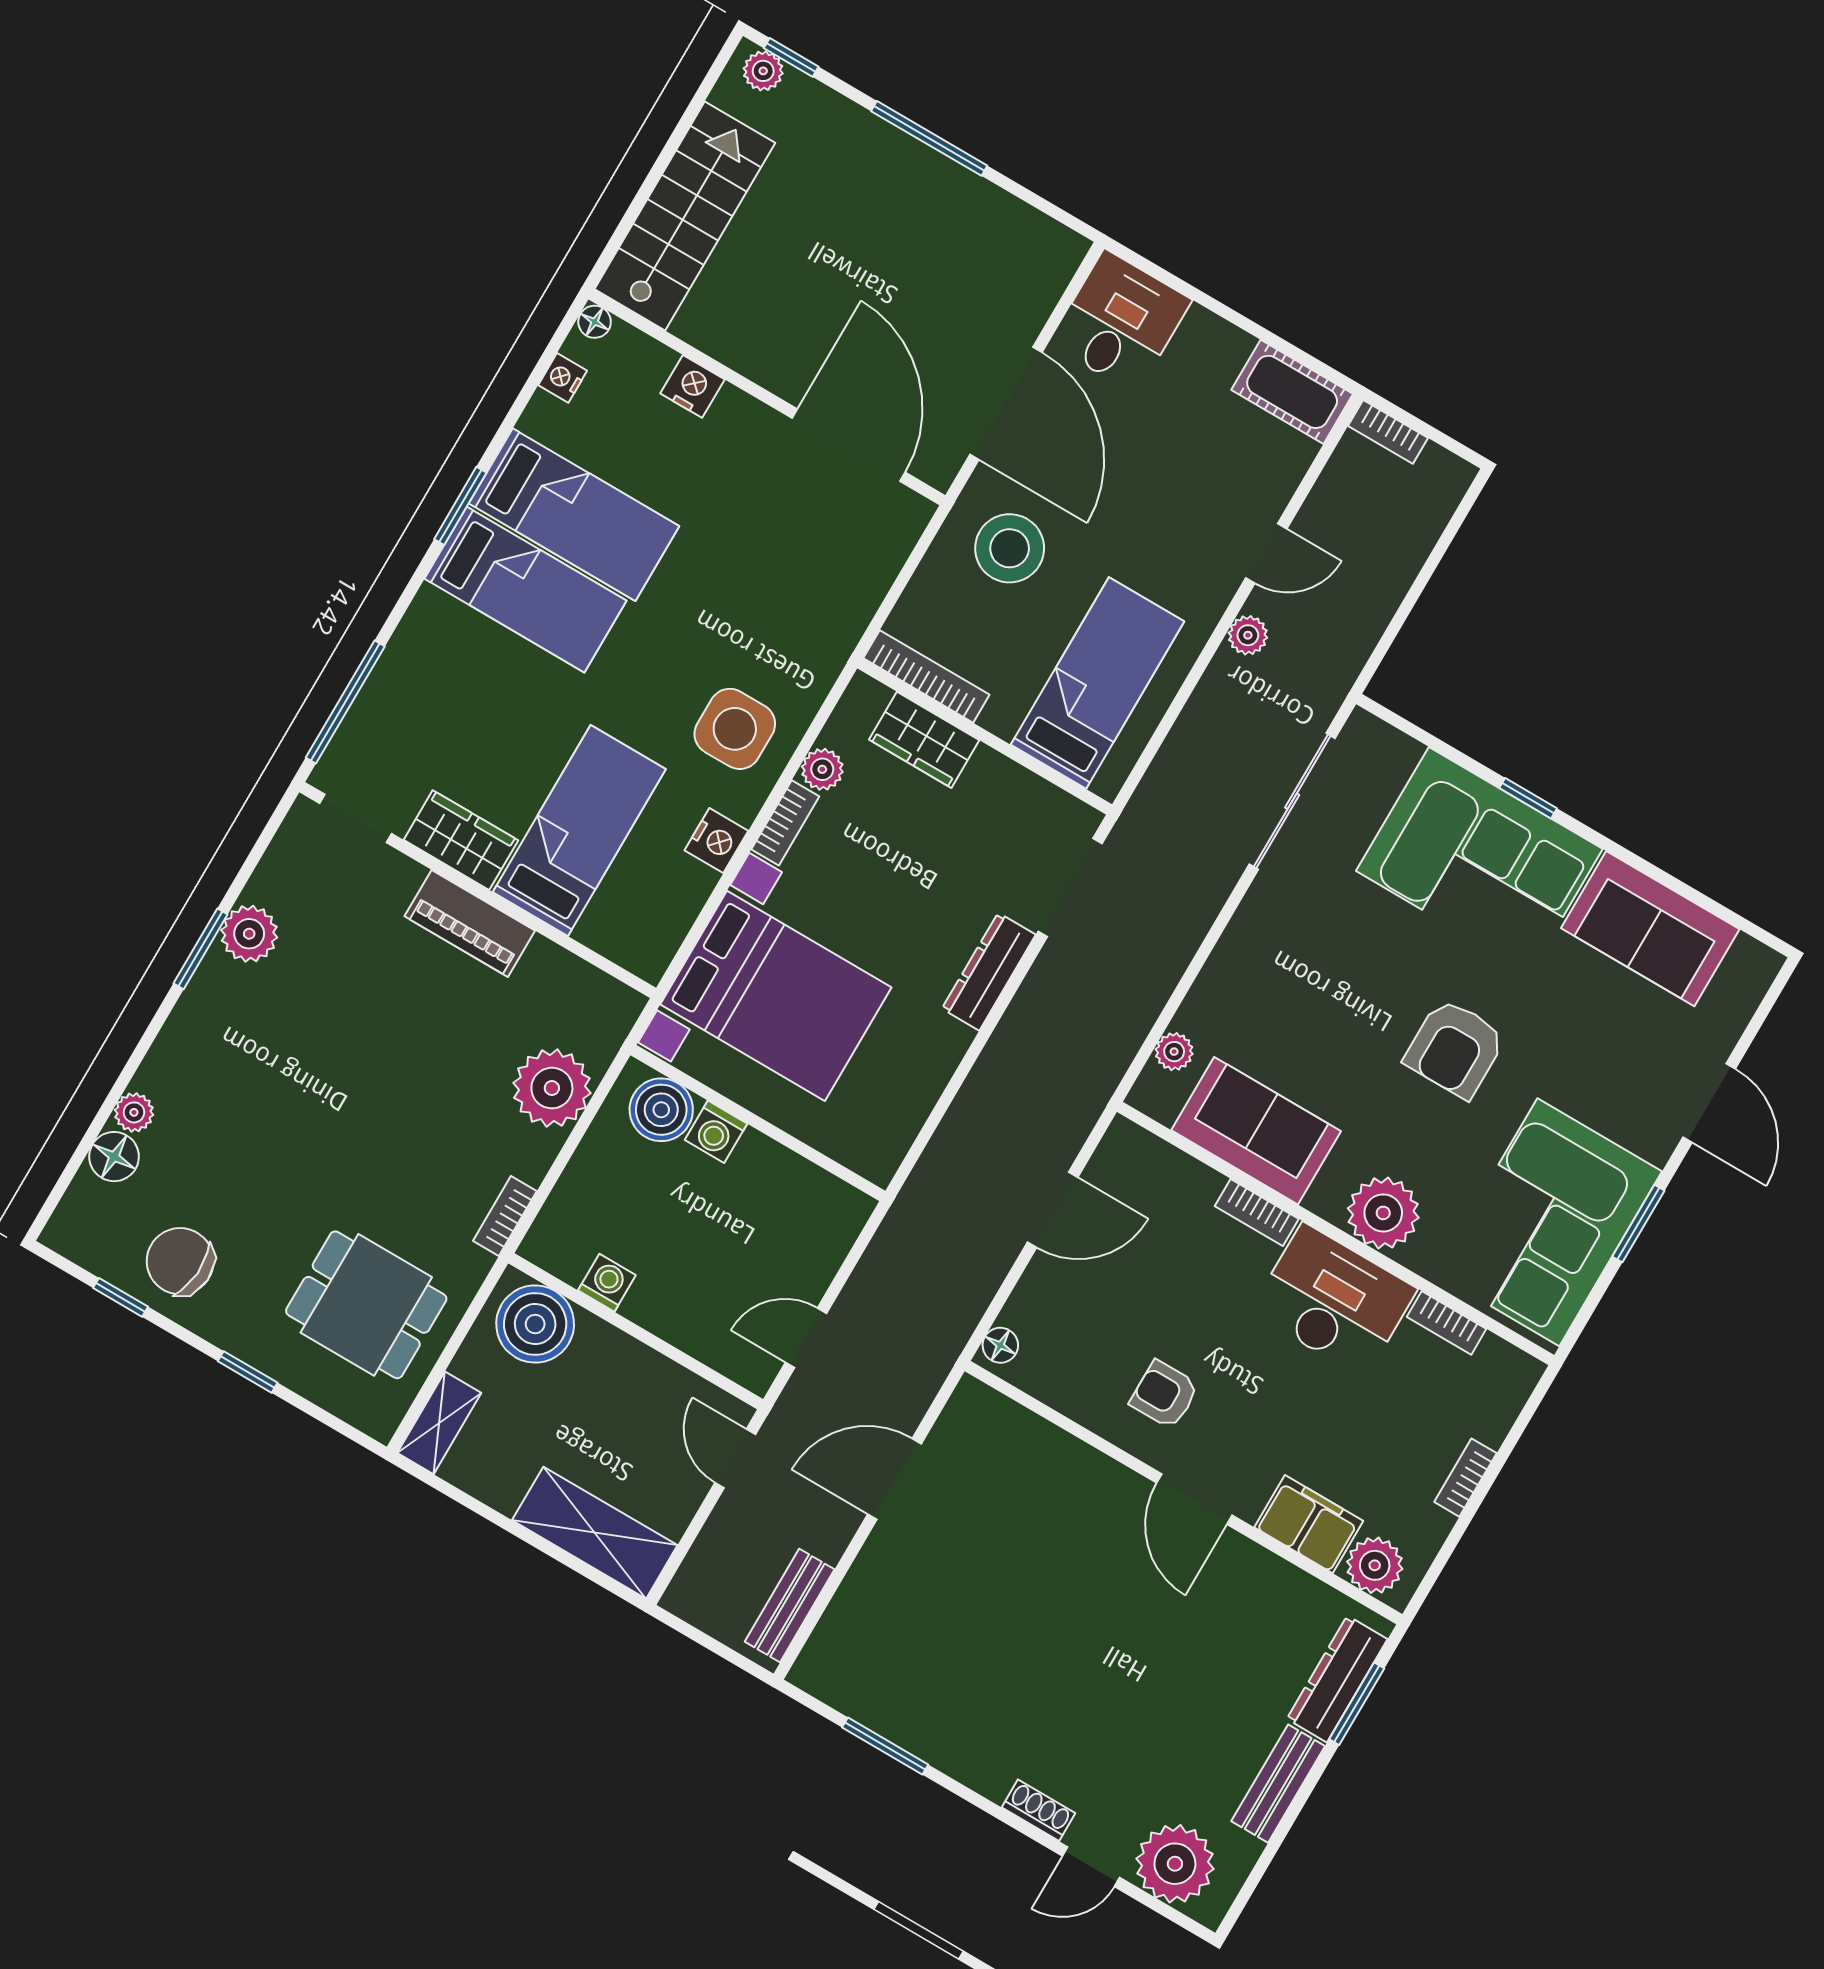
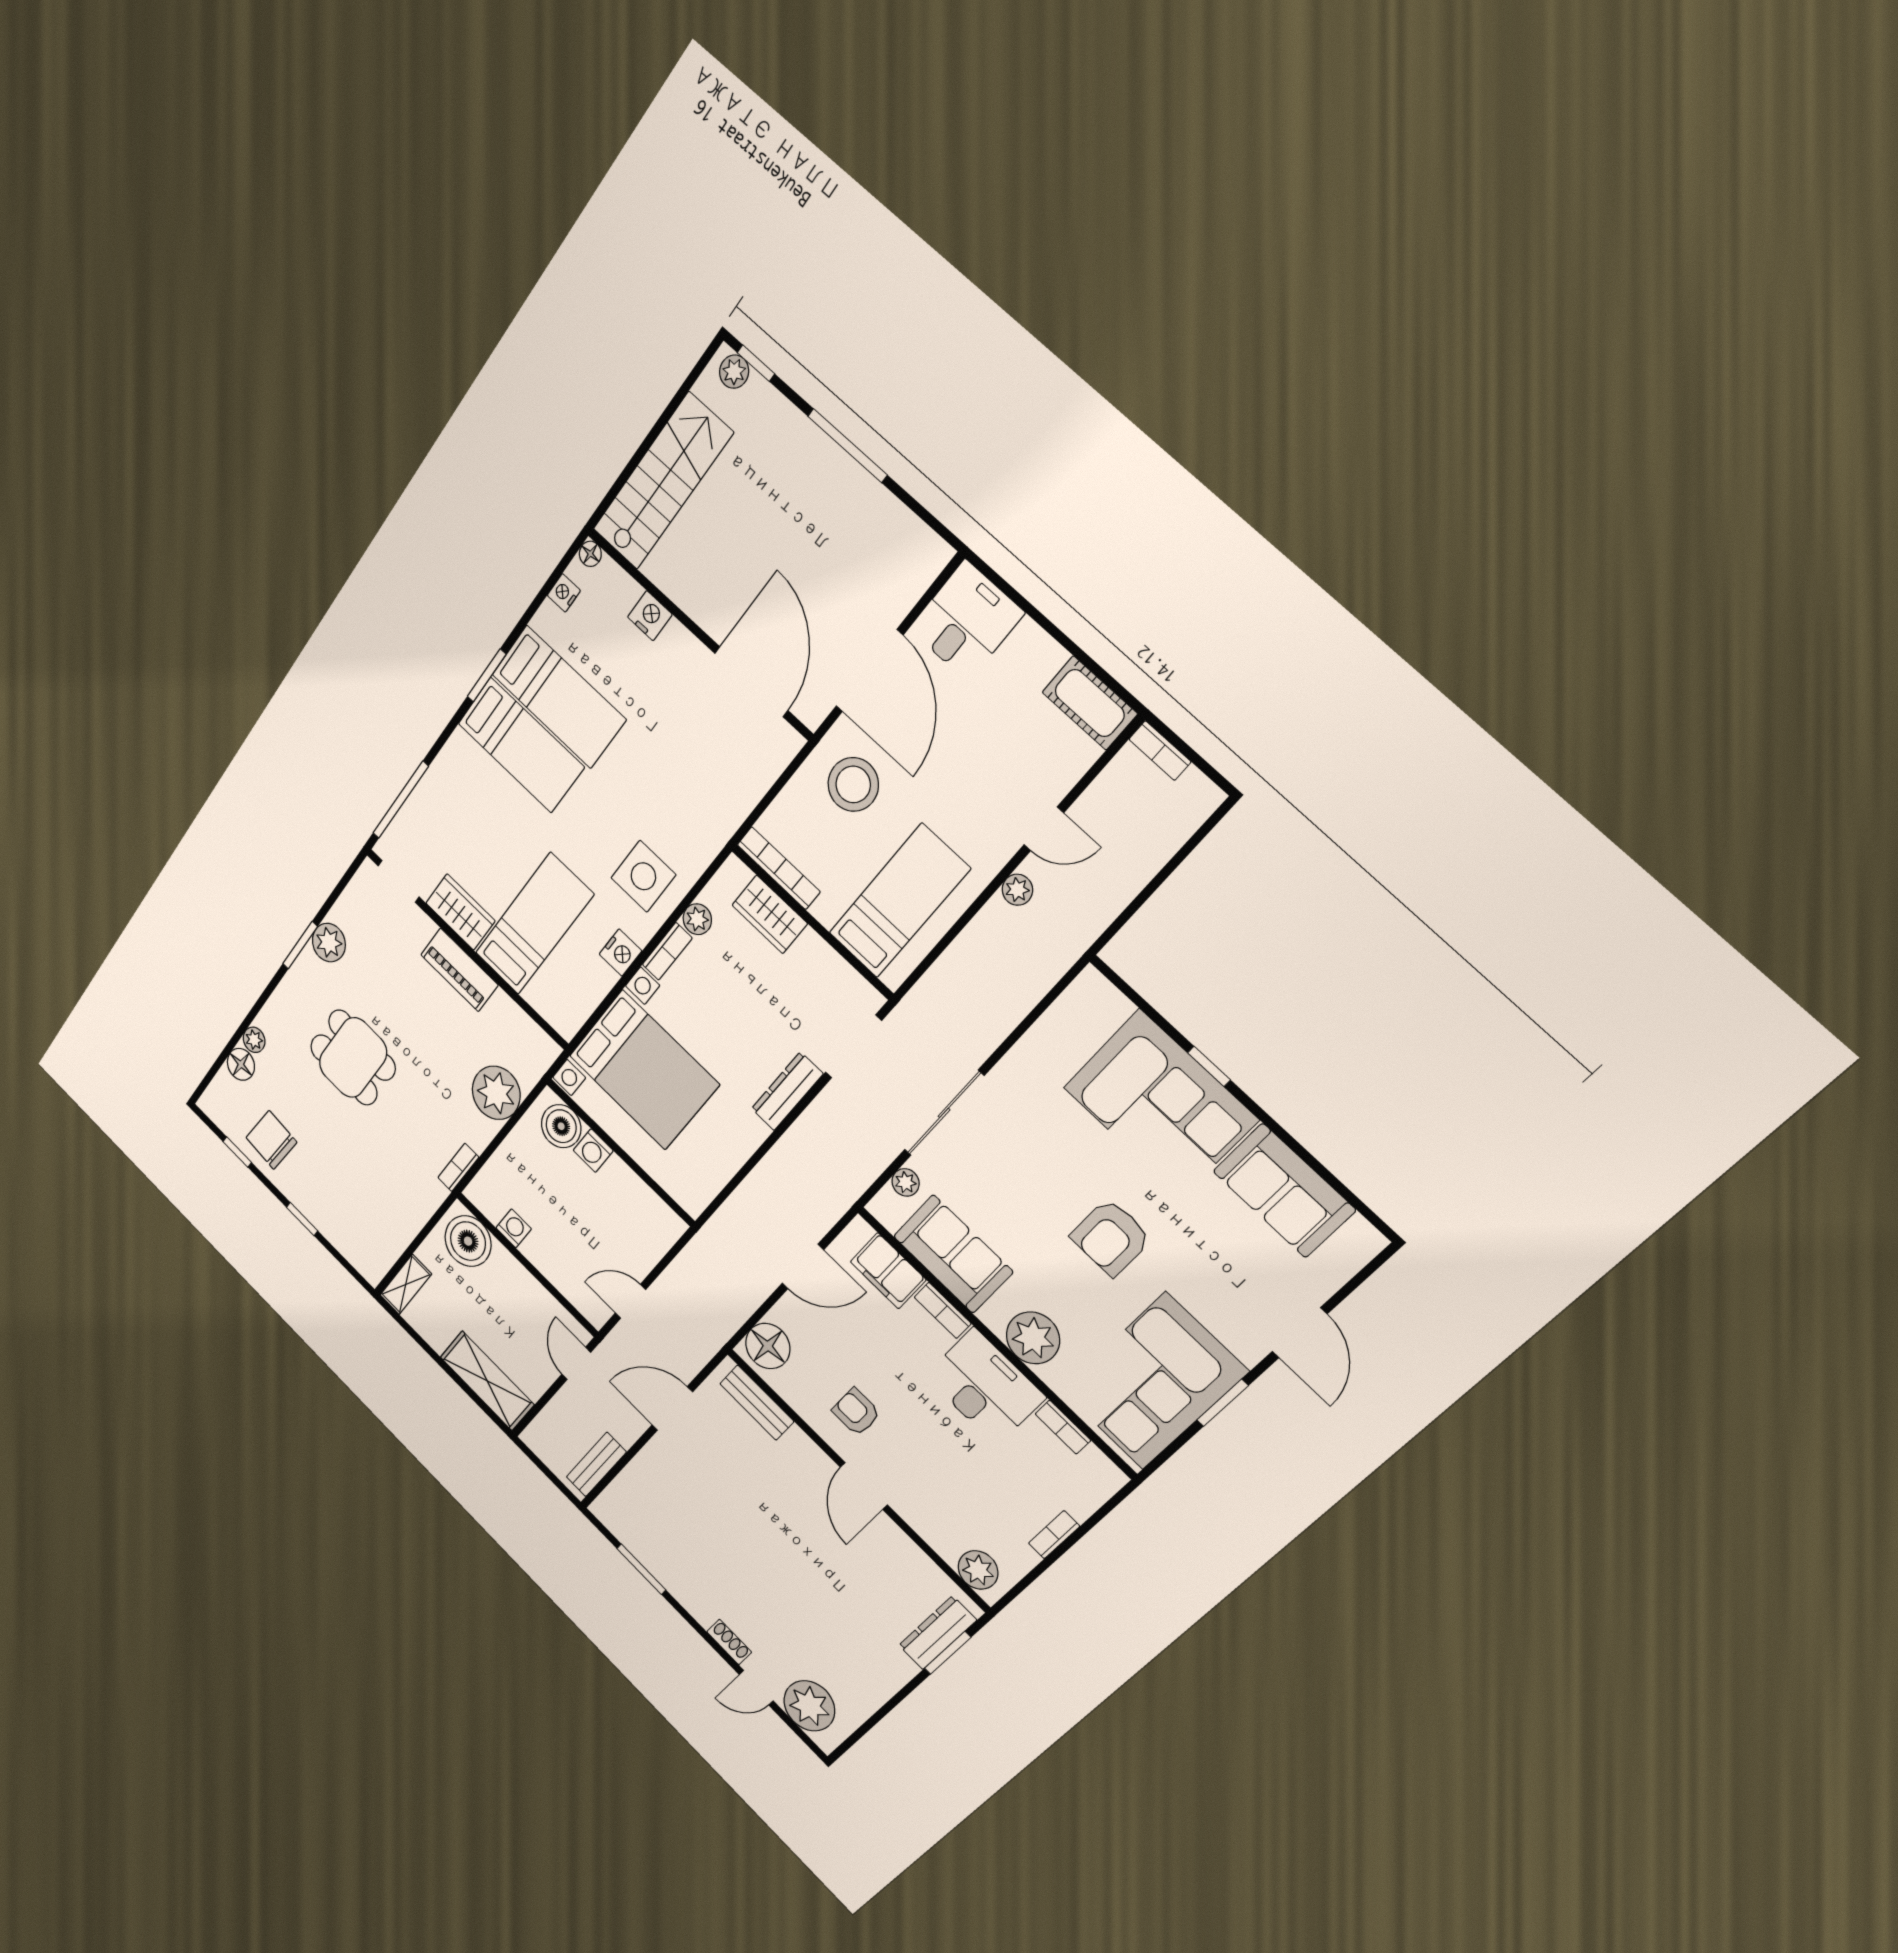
sliding door: (1292, 801) -> (944, 1113), moved
dining table: (366, 1305) -> (353, 1058), moved
floor lamp: (1000, 1345) -> (768, 1346), width x1.89, depth x1.89
filing cabinet: (1309, 1524) -> (888, 1271), moved, turned 180
bench: (1278, 1784) -> (757, 1403), moved, turned 90

